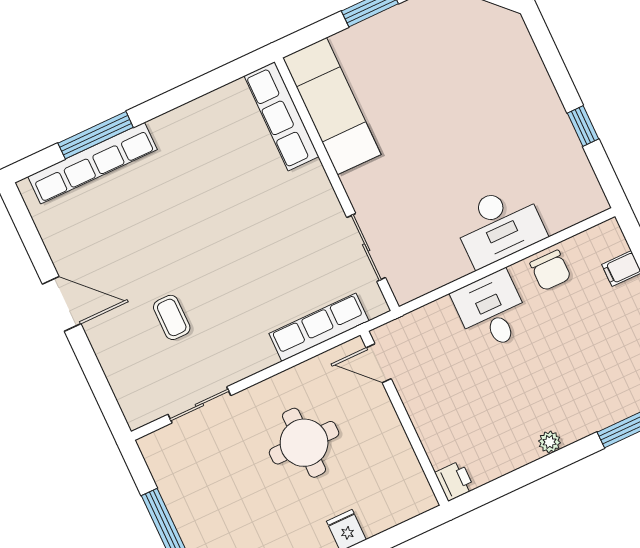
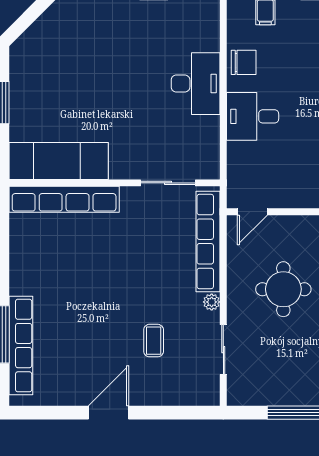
row of seats: (281, 116) -> (64, 199), width x1.36
coffee table: (172, 317) -> (154, 341), turned 90
row of seats: (319, 327) -> (208, 241), width x1.36
plant: (249, 365) -> (212, 302), added

